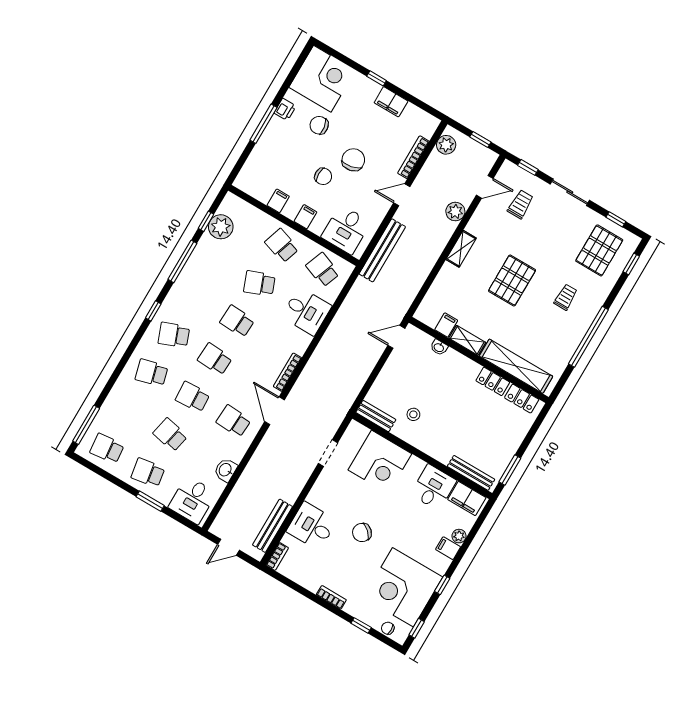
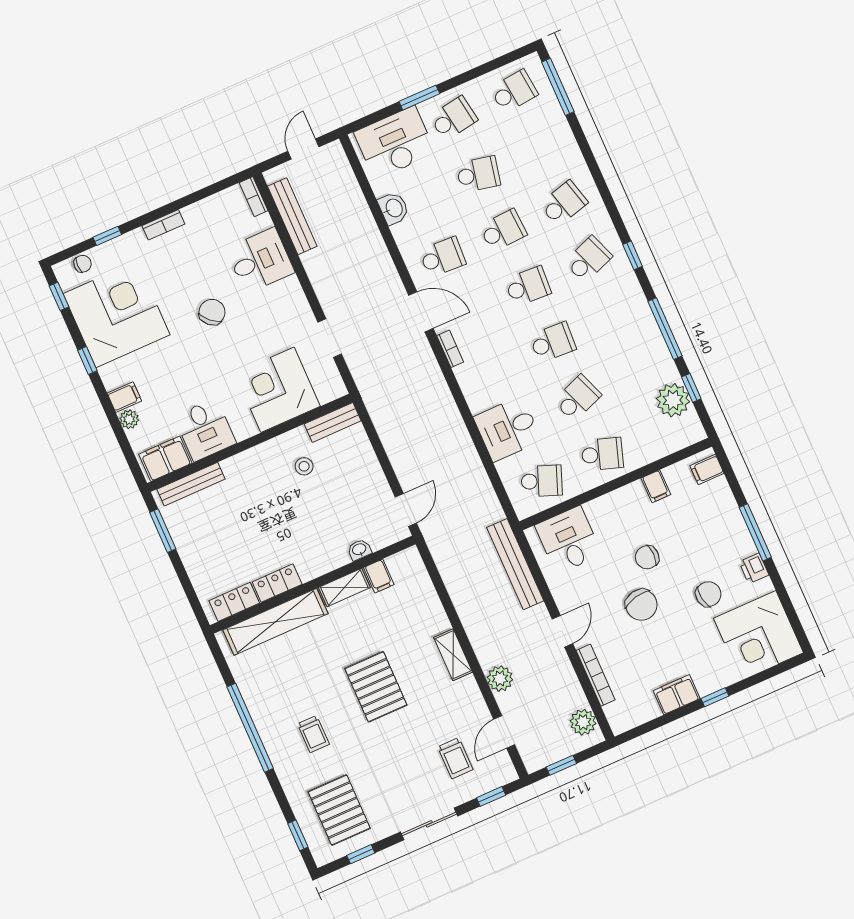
filing cabinet: (305, 217) -> (707, 469), moved, turned 90
bookcase: (287, 372) -> (450, 349), width x0.64
desk: (192, 500) -> (395, 143), width x1.37

